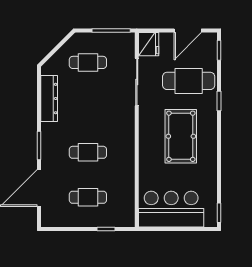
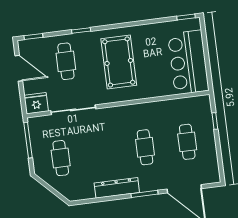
cafe table: (189, 81) -> (66, 61), width x0.73, depth x0.74
dresser: (49, 99) -> (117, 188), moved
pool table: (181, 136) -> (119, 62), turned 90

